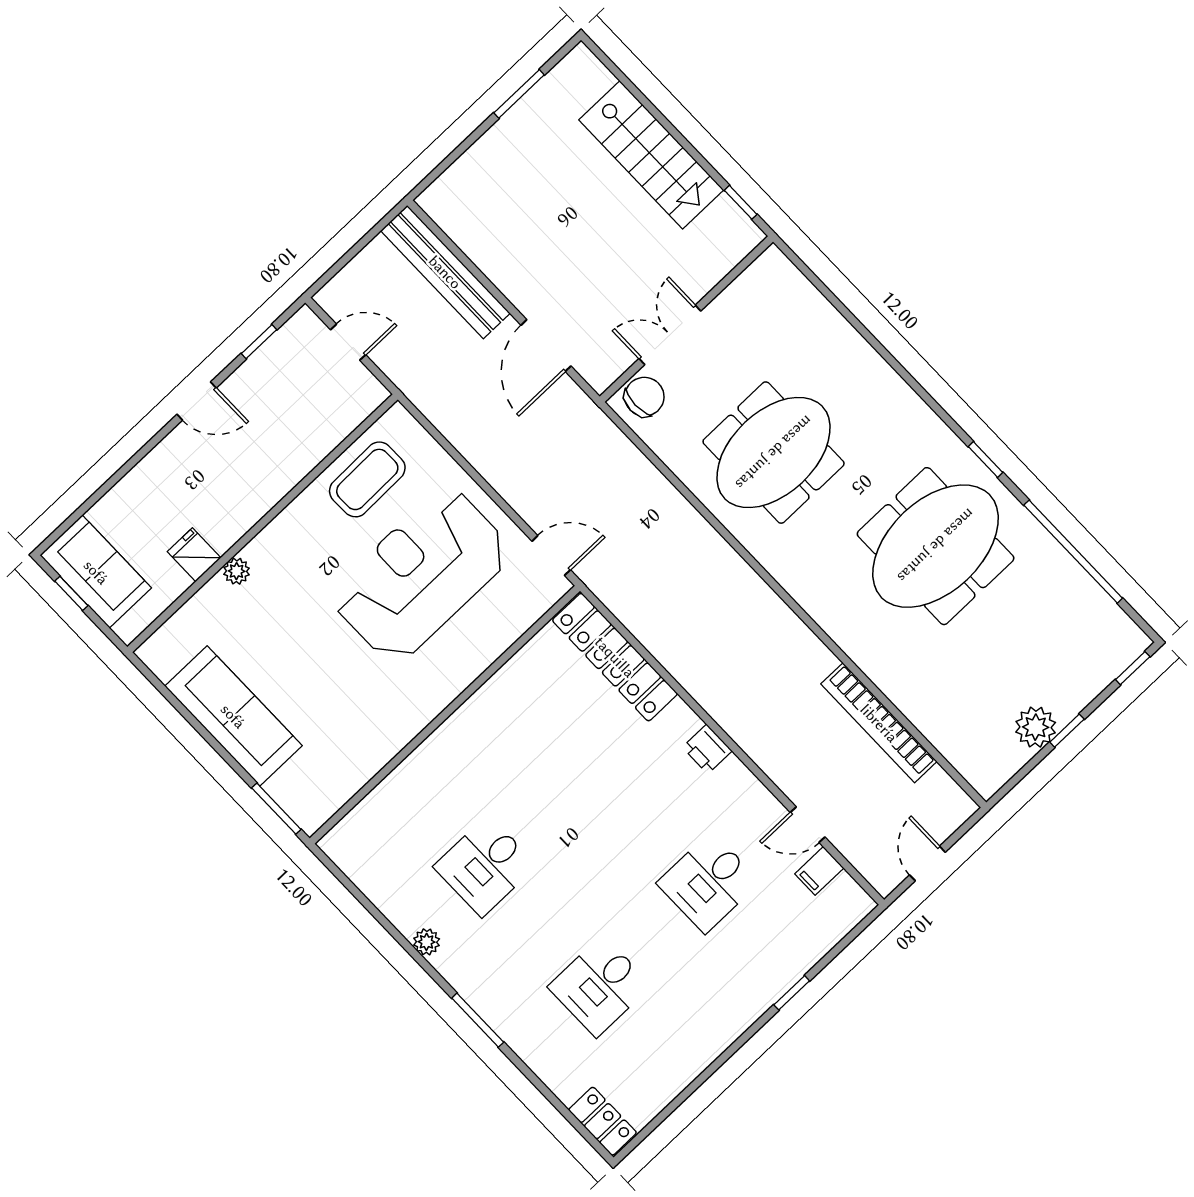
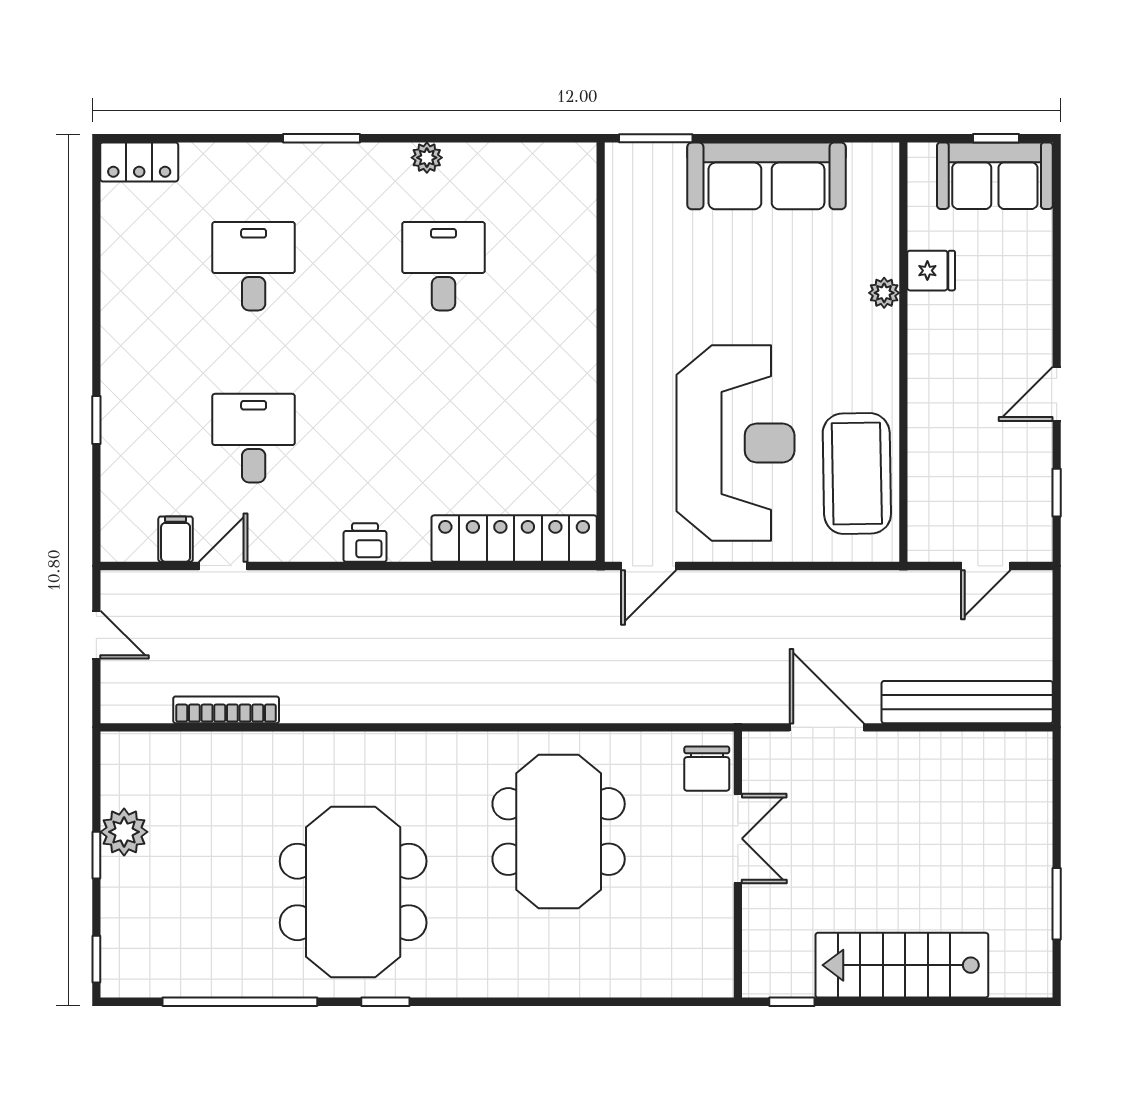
coffee table: (367, 479) -> (857, 474), width x1.36, depth x1.32
bookcase: (879, 723) -> (226, 710), width x0.68, depth x0.76

